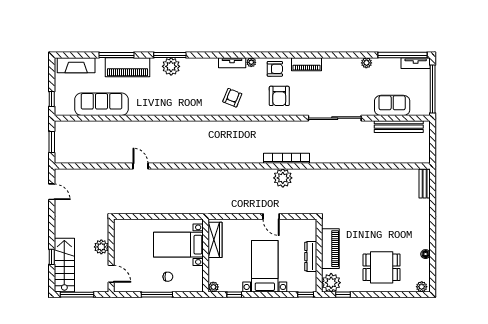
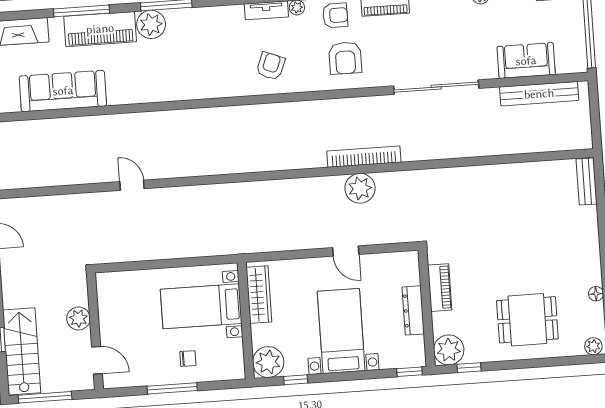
plant: (171, 66) -> (151, 24), moved
piano: (330, 249) -> (440, 288), width x0.73, depth x0.75
plant: (213, 287) -> (268, 362), width x1.87, depth x1.87

